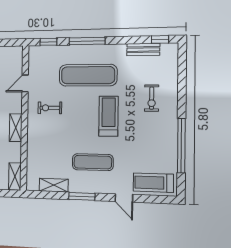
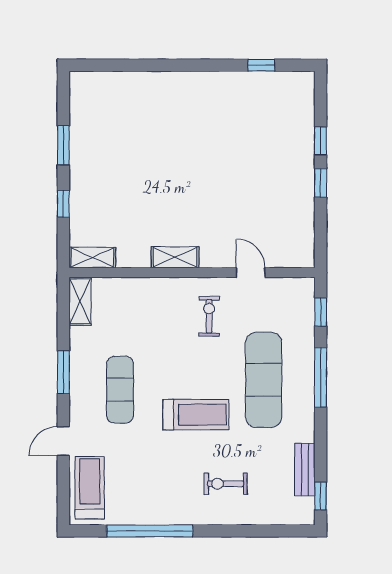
shelving: (54, 185) -> (80, 301), moved

